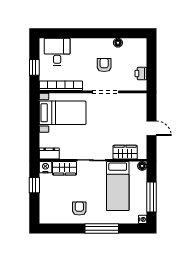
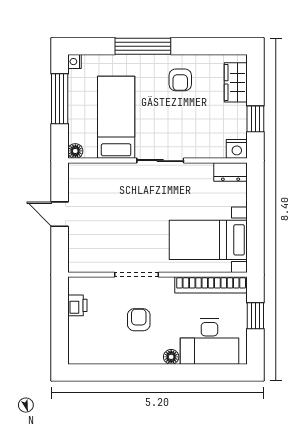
floor lamp: (118, 43) -> (171, 357), moved
desk: (57, 52) -> (209, 342), width x1.37
armchair: (104, 65) -> (139, 320), turned 180
wardrobe: (125, 152) -> (104, 174), removed
wardrobe: (64, 168) -> (236, 82), moved, turned -90

